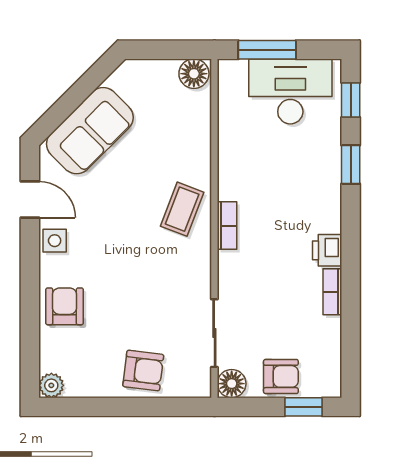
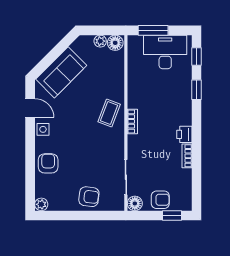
plant: (165, 71) -> (100, 41), added

